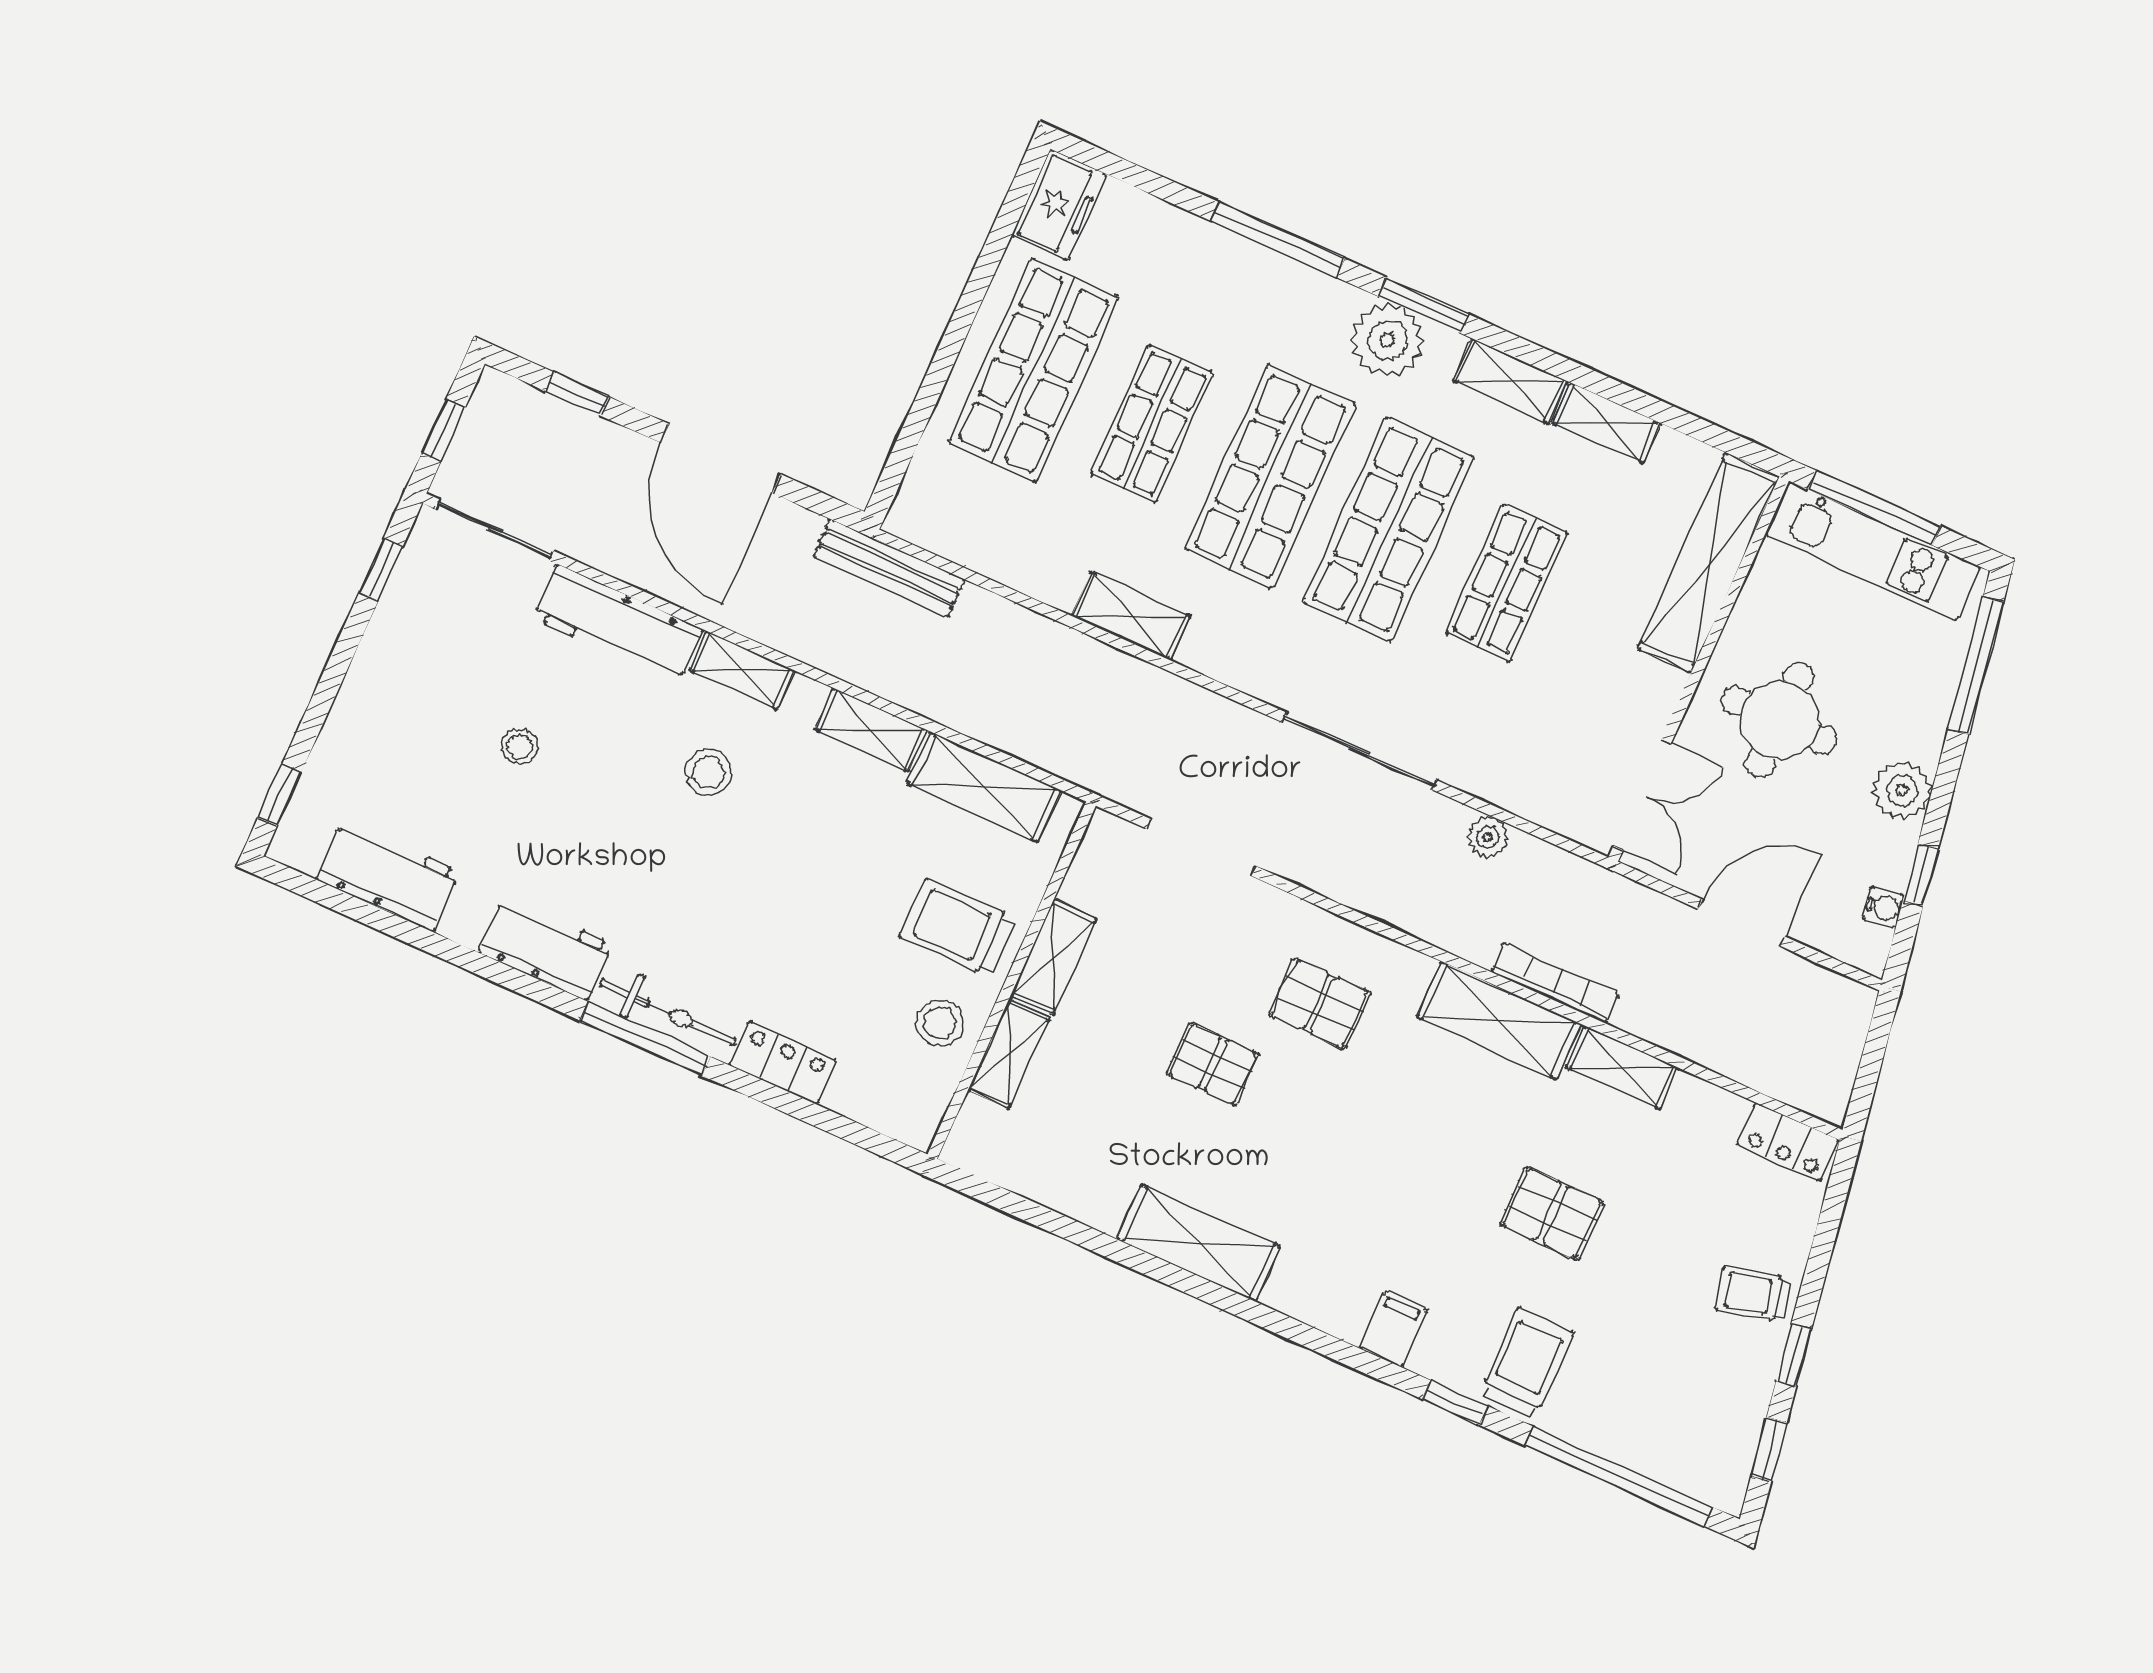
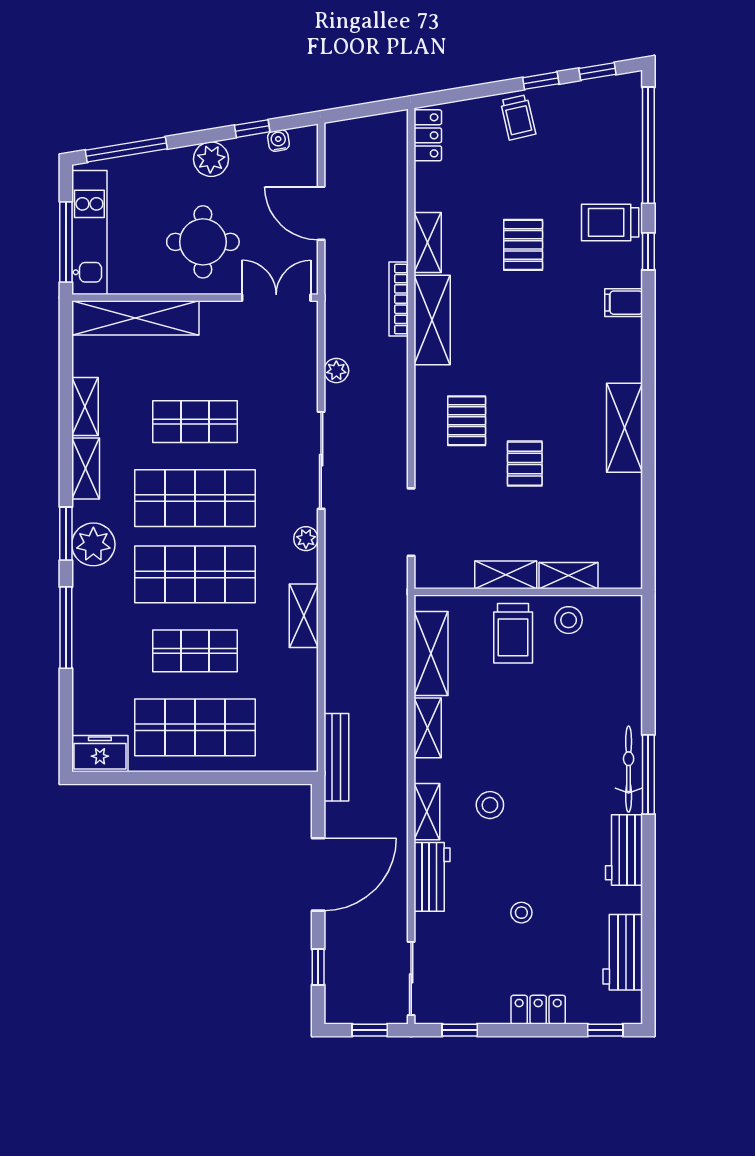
workbench: (617, 624) -> (432, 877), width x0.73
plant: (1248, 673) -> (306, 539), added
locker: (783, 1063) -> (538, 1010), moved, turned 90

